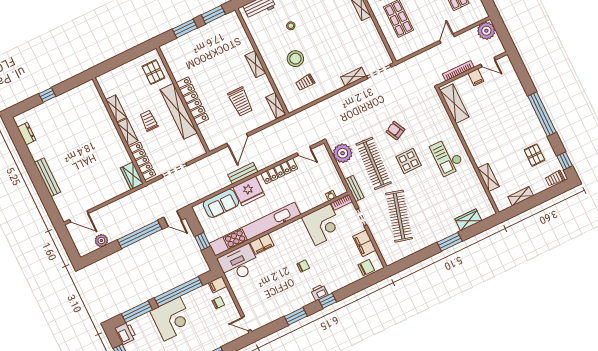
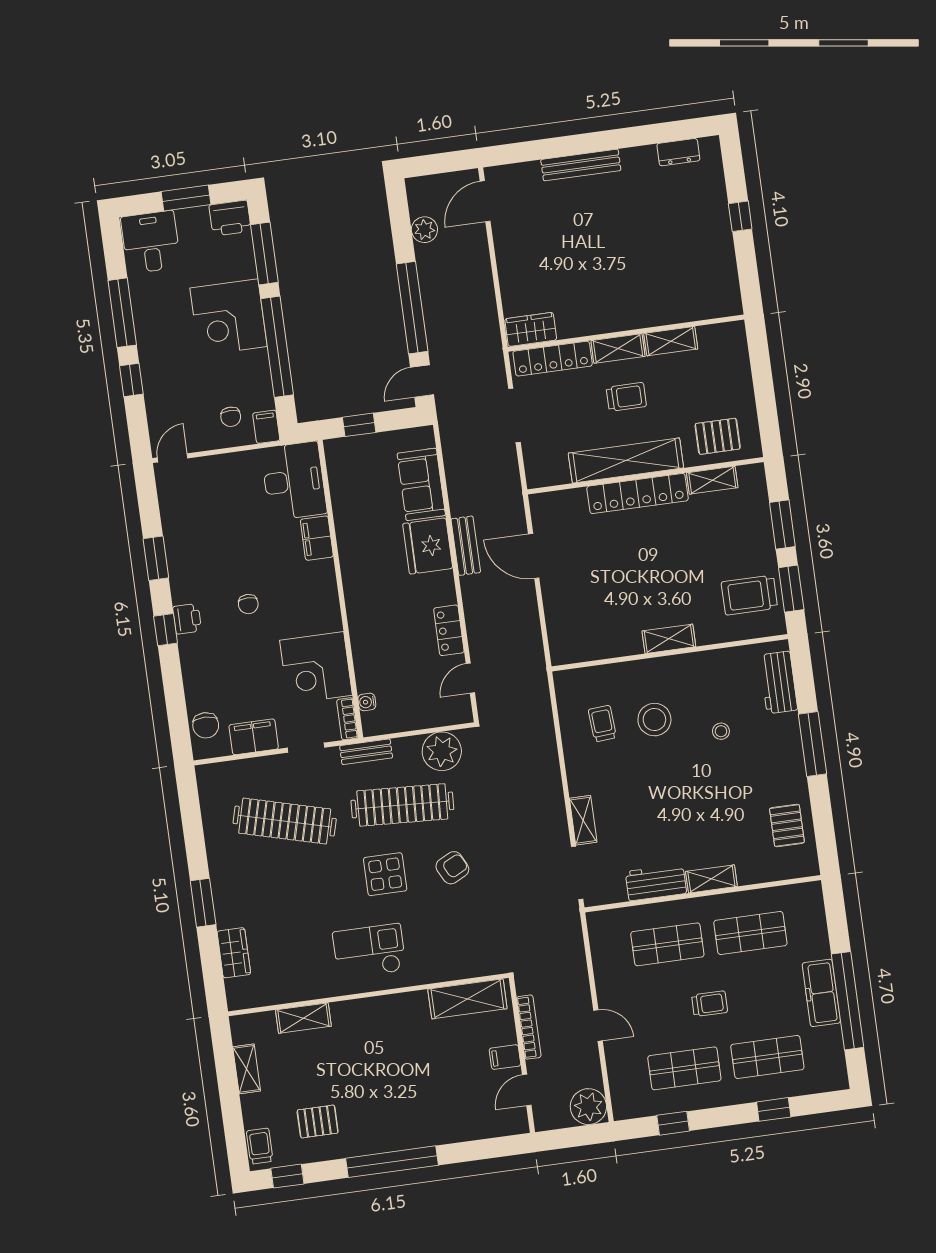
workbench: (371, 33) -> (656, 882), added
trolley: (241, 102) -> (749, 595), moved
shelving: (276, 106) -> (712, 480), moved
locker: (279, 171) -> (449, 630), width x0.66
kitchen unit: (255, 229) -> (350, 534), removed

